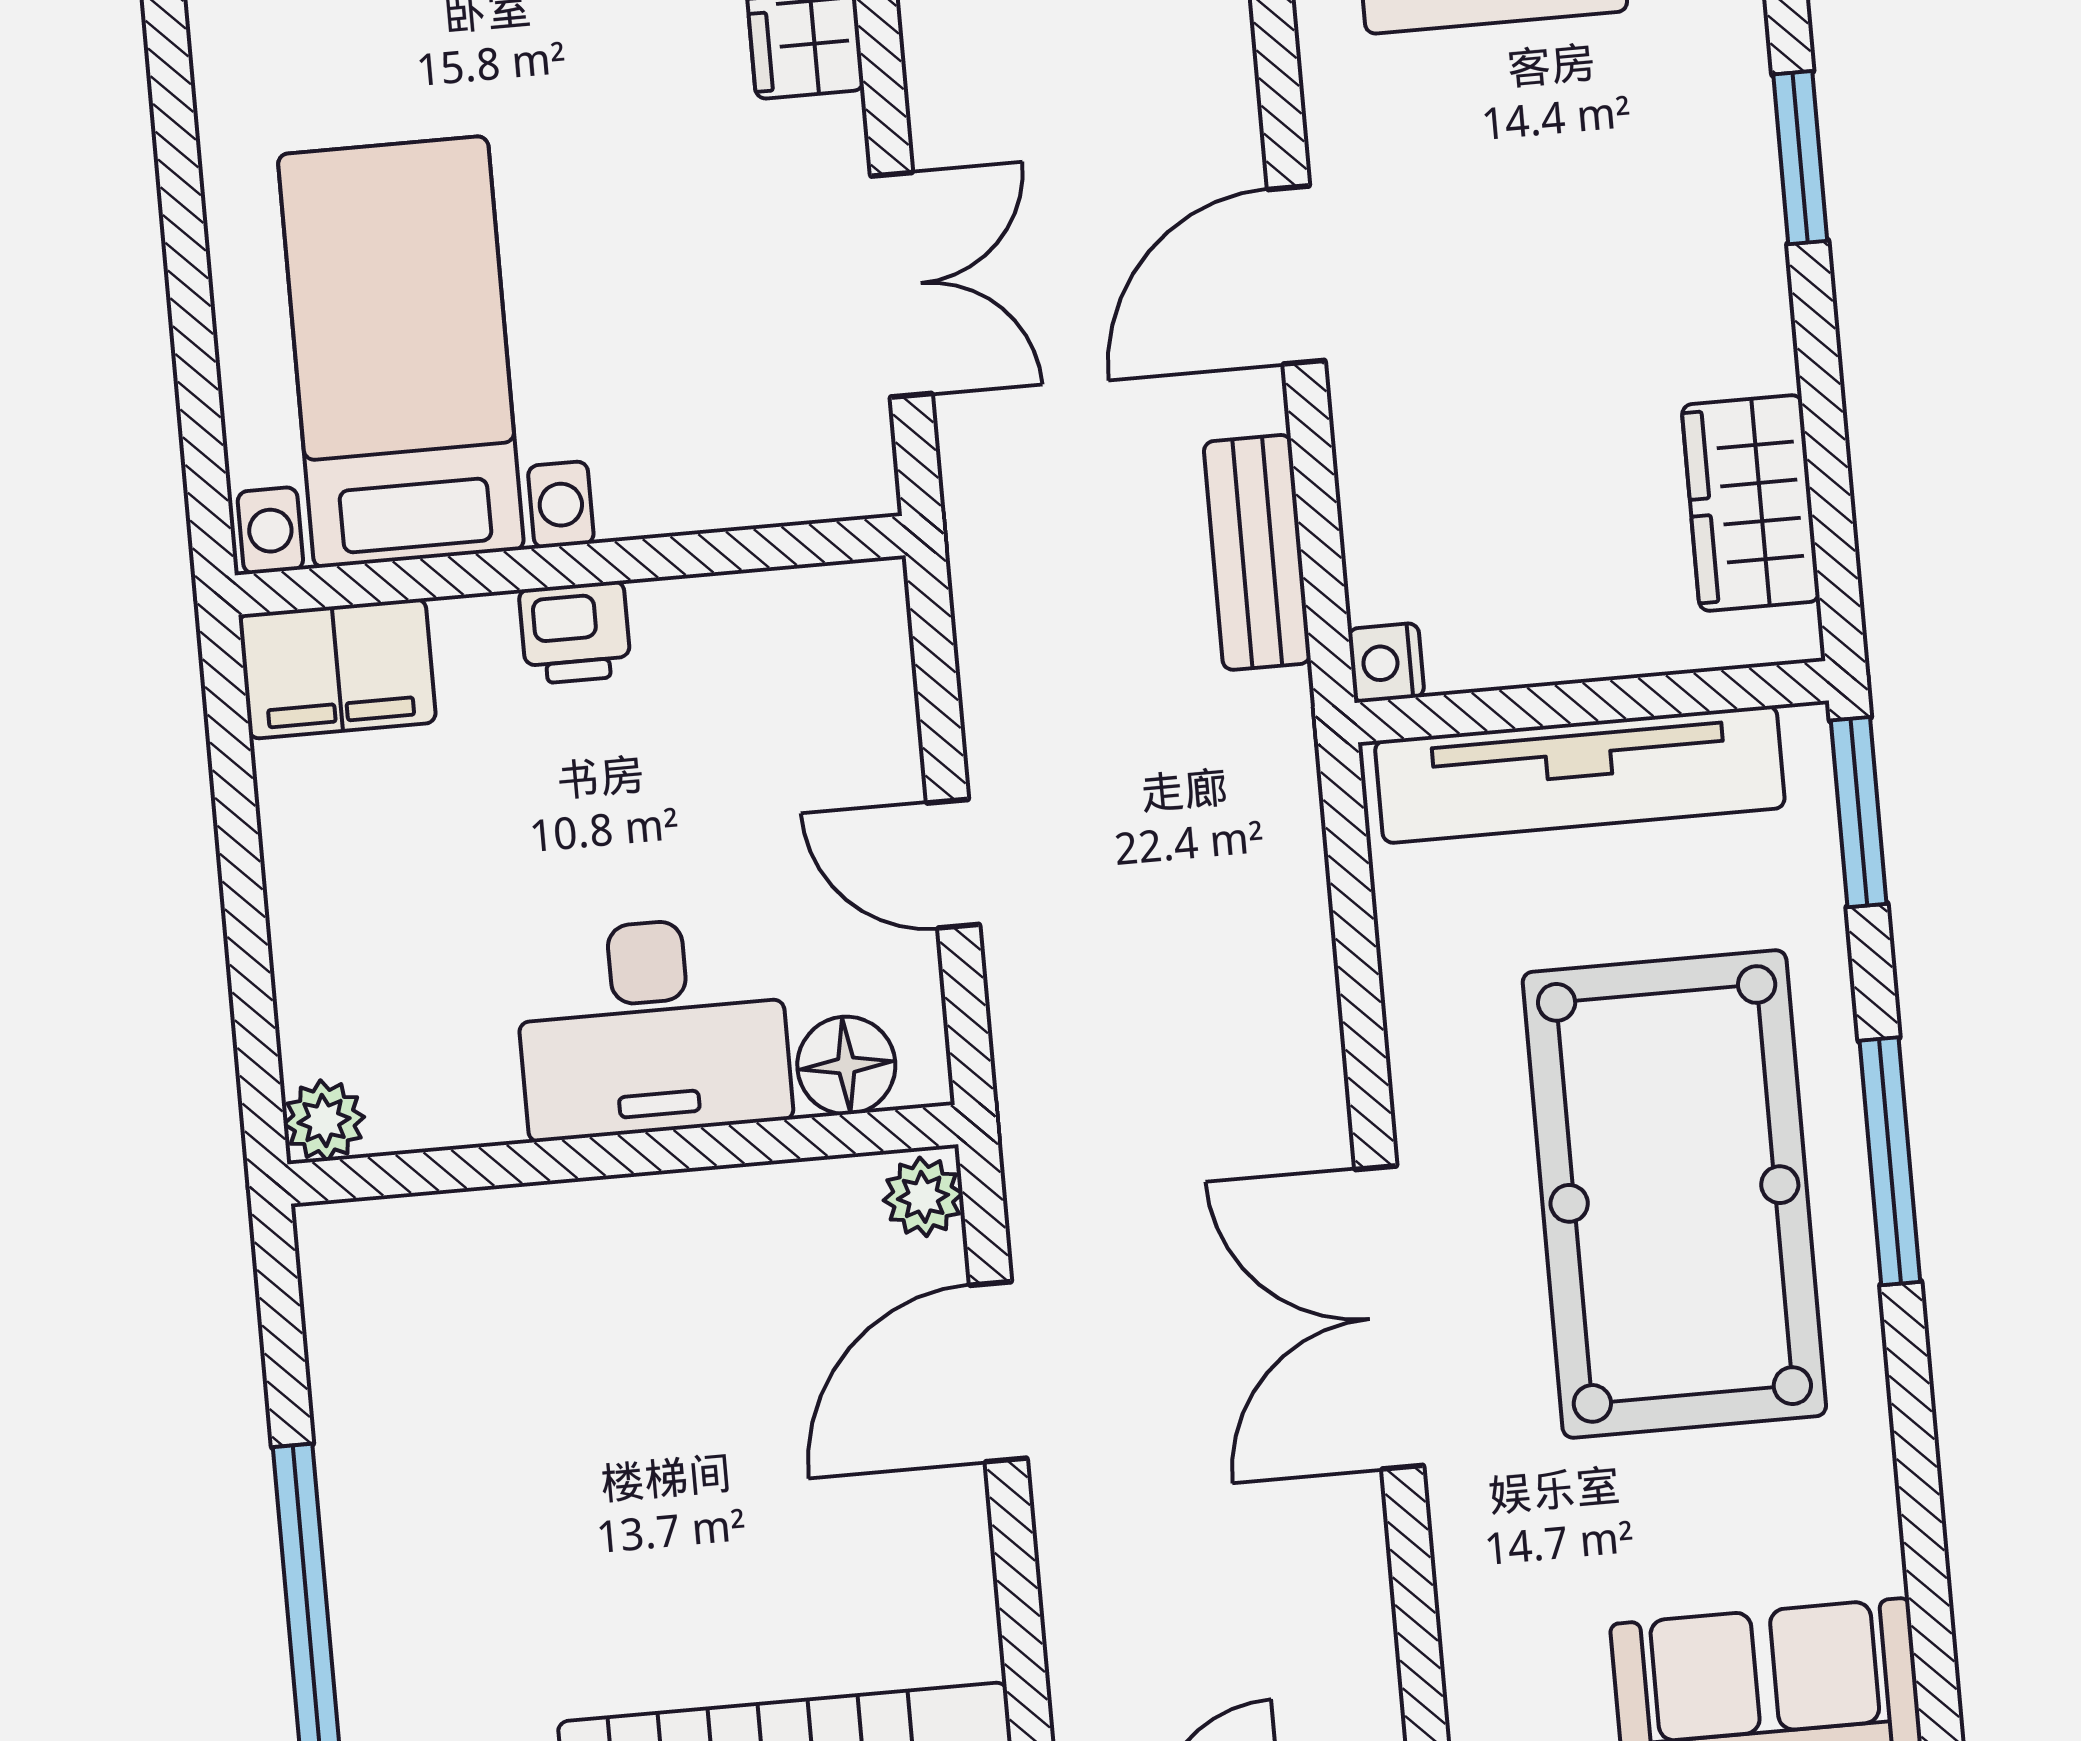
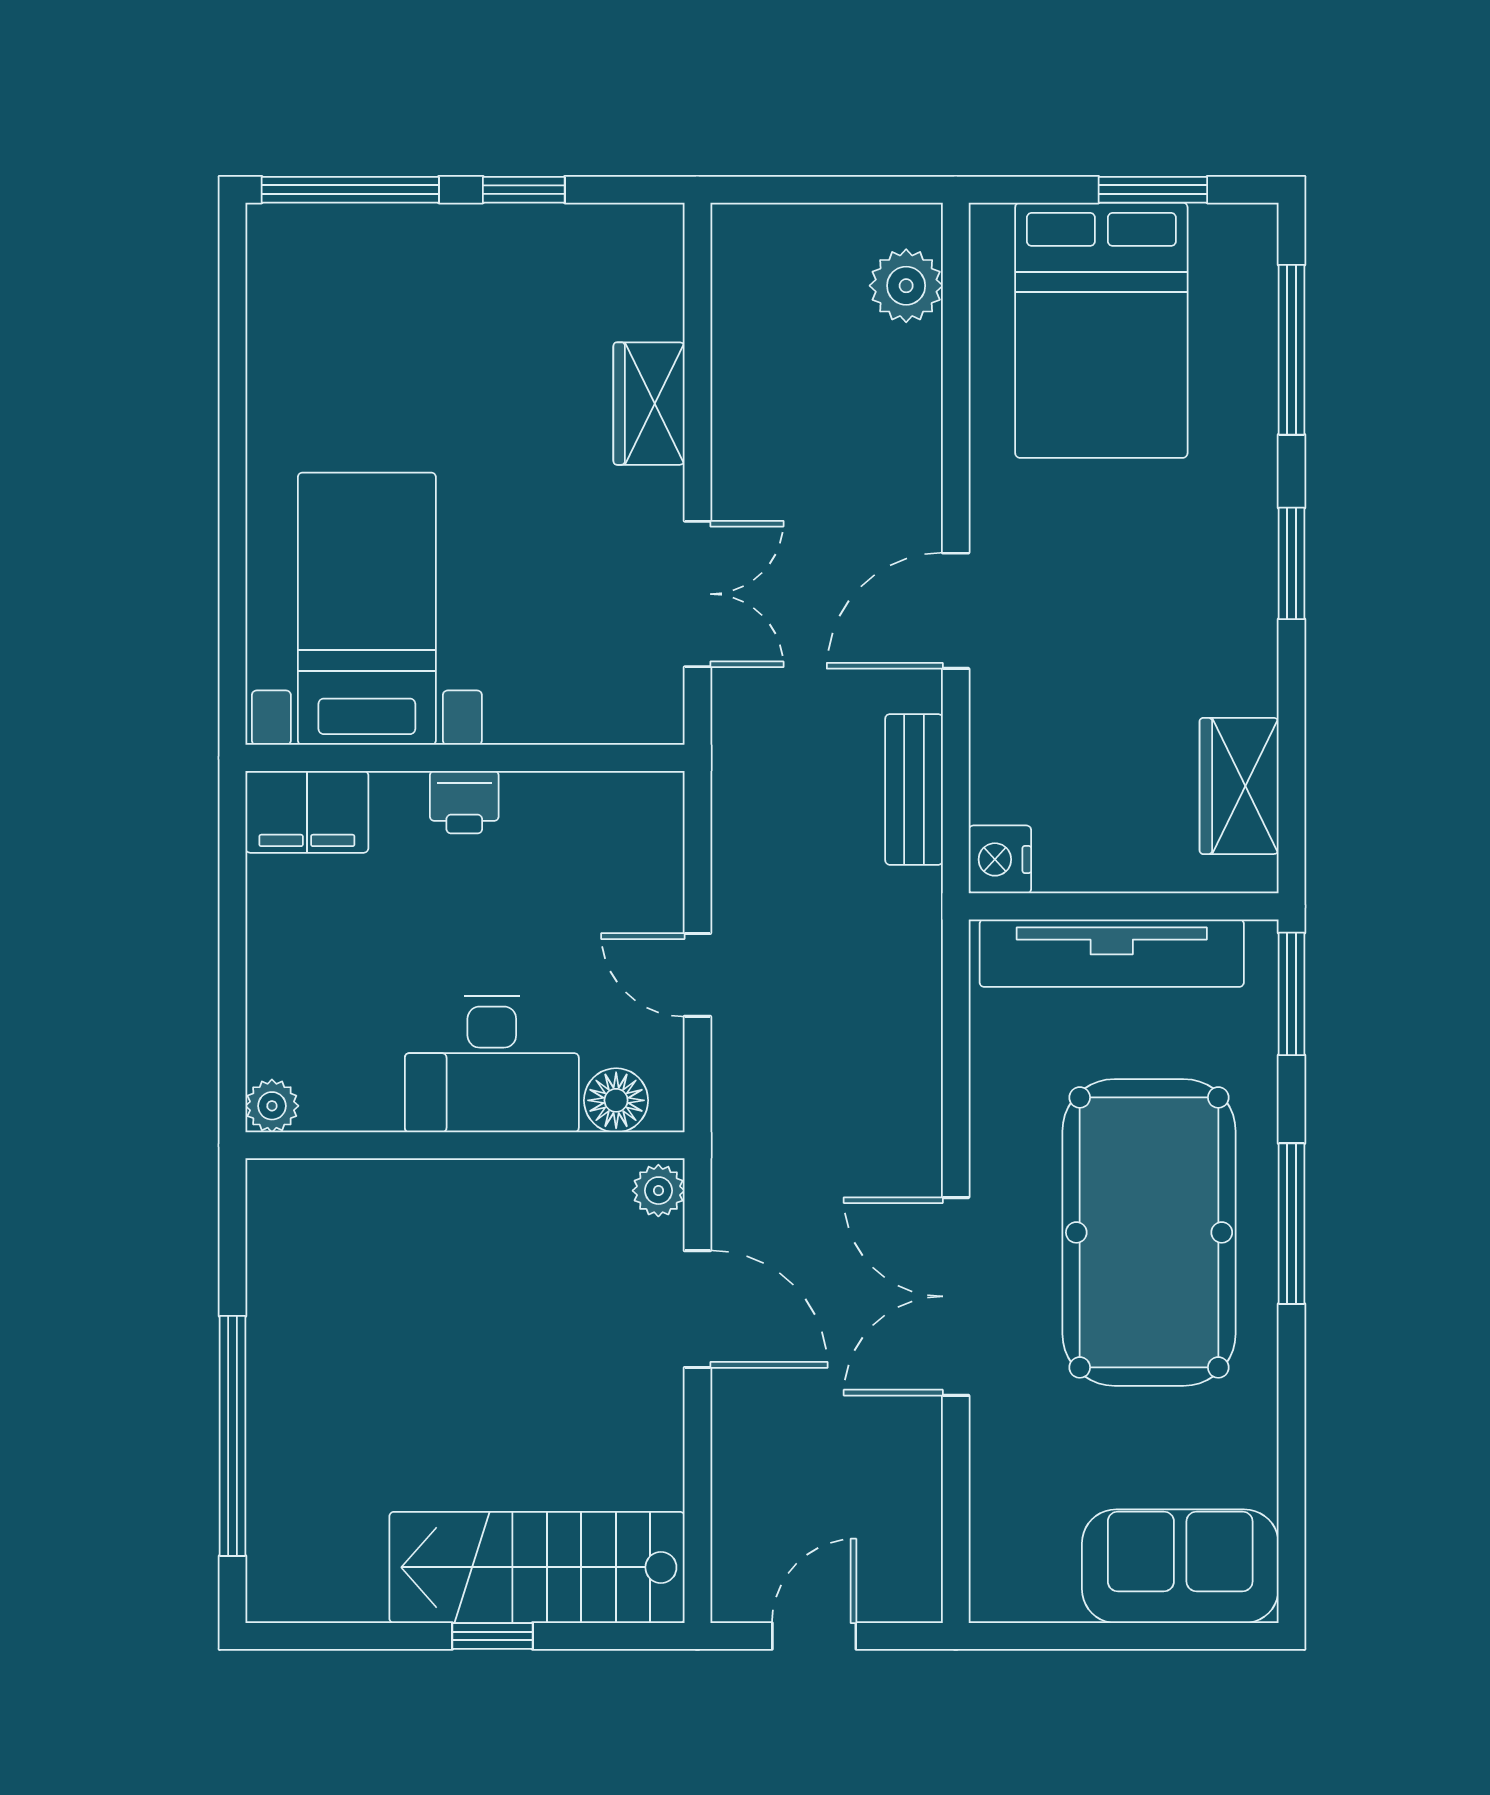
nightstand: (1386, 663) -> (1000, 859), width x1.39, depth x1.35
door: (998, 1372) -> (697, 1309), swing flipped

